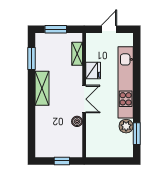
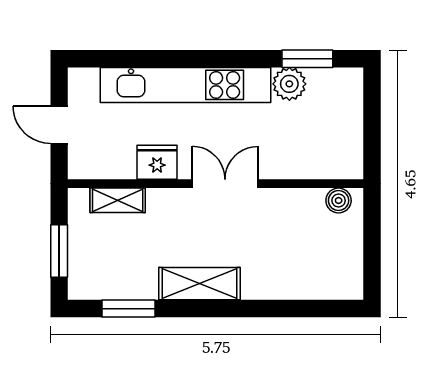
boiler: (77, 121) -> (339, 201), moved
window: (62, 161) -> (372, 236), removed

